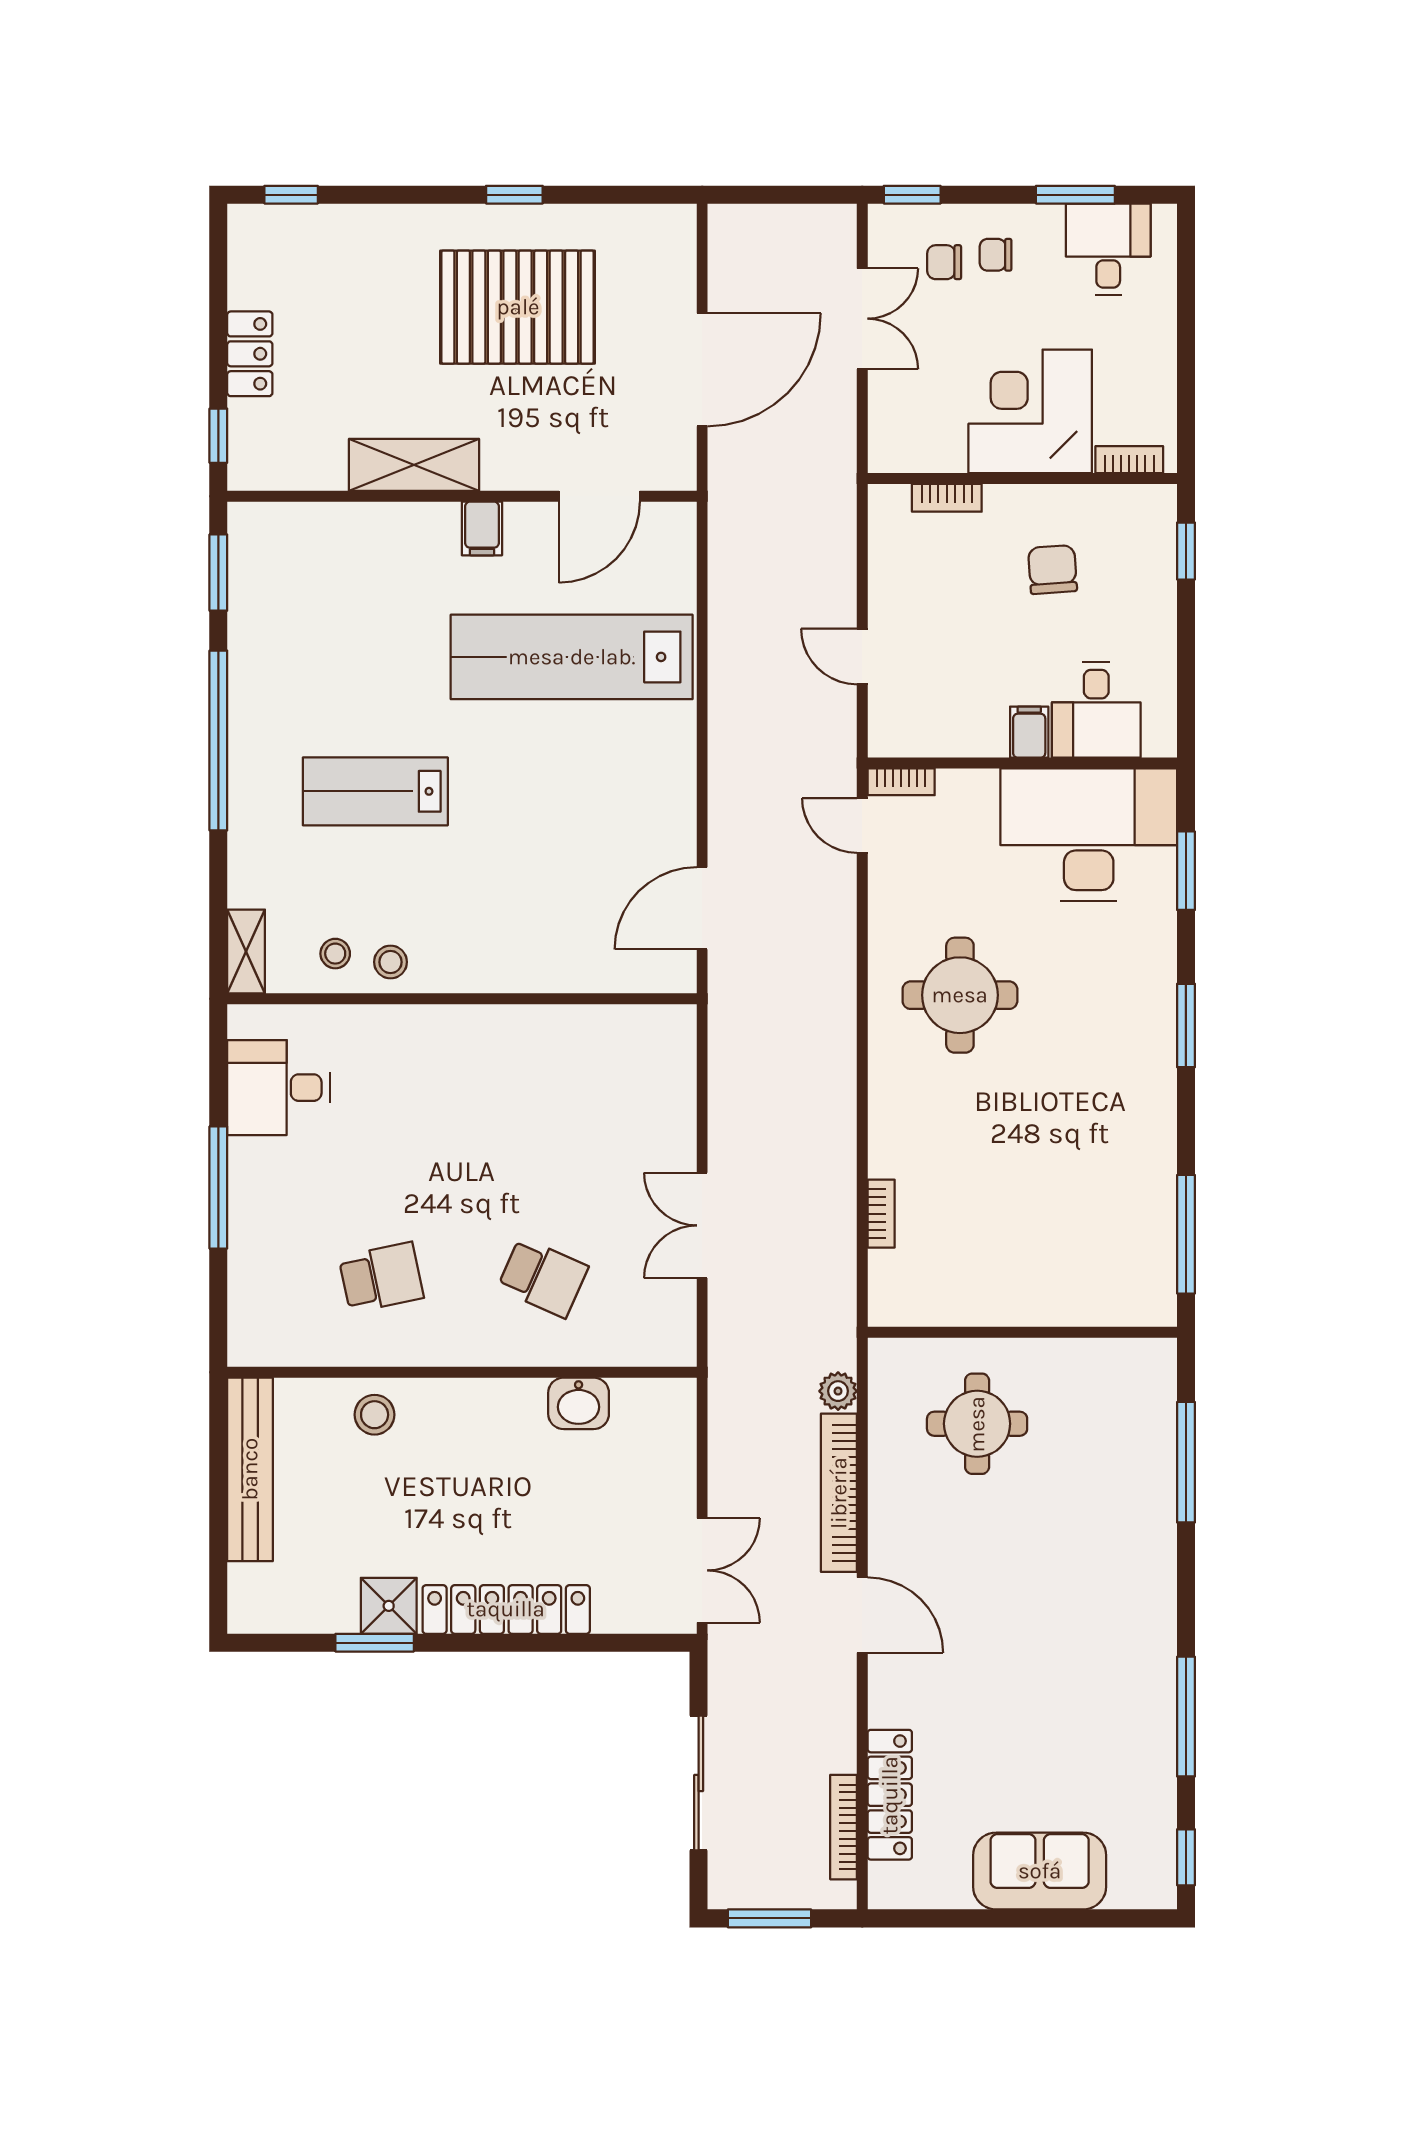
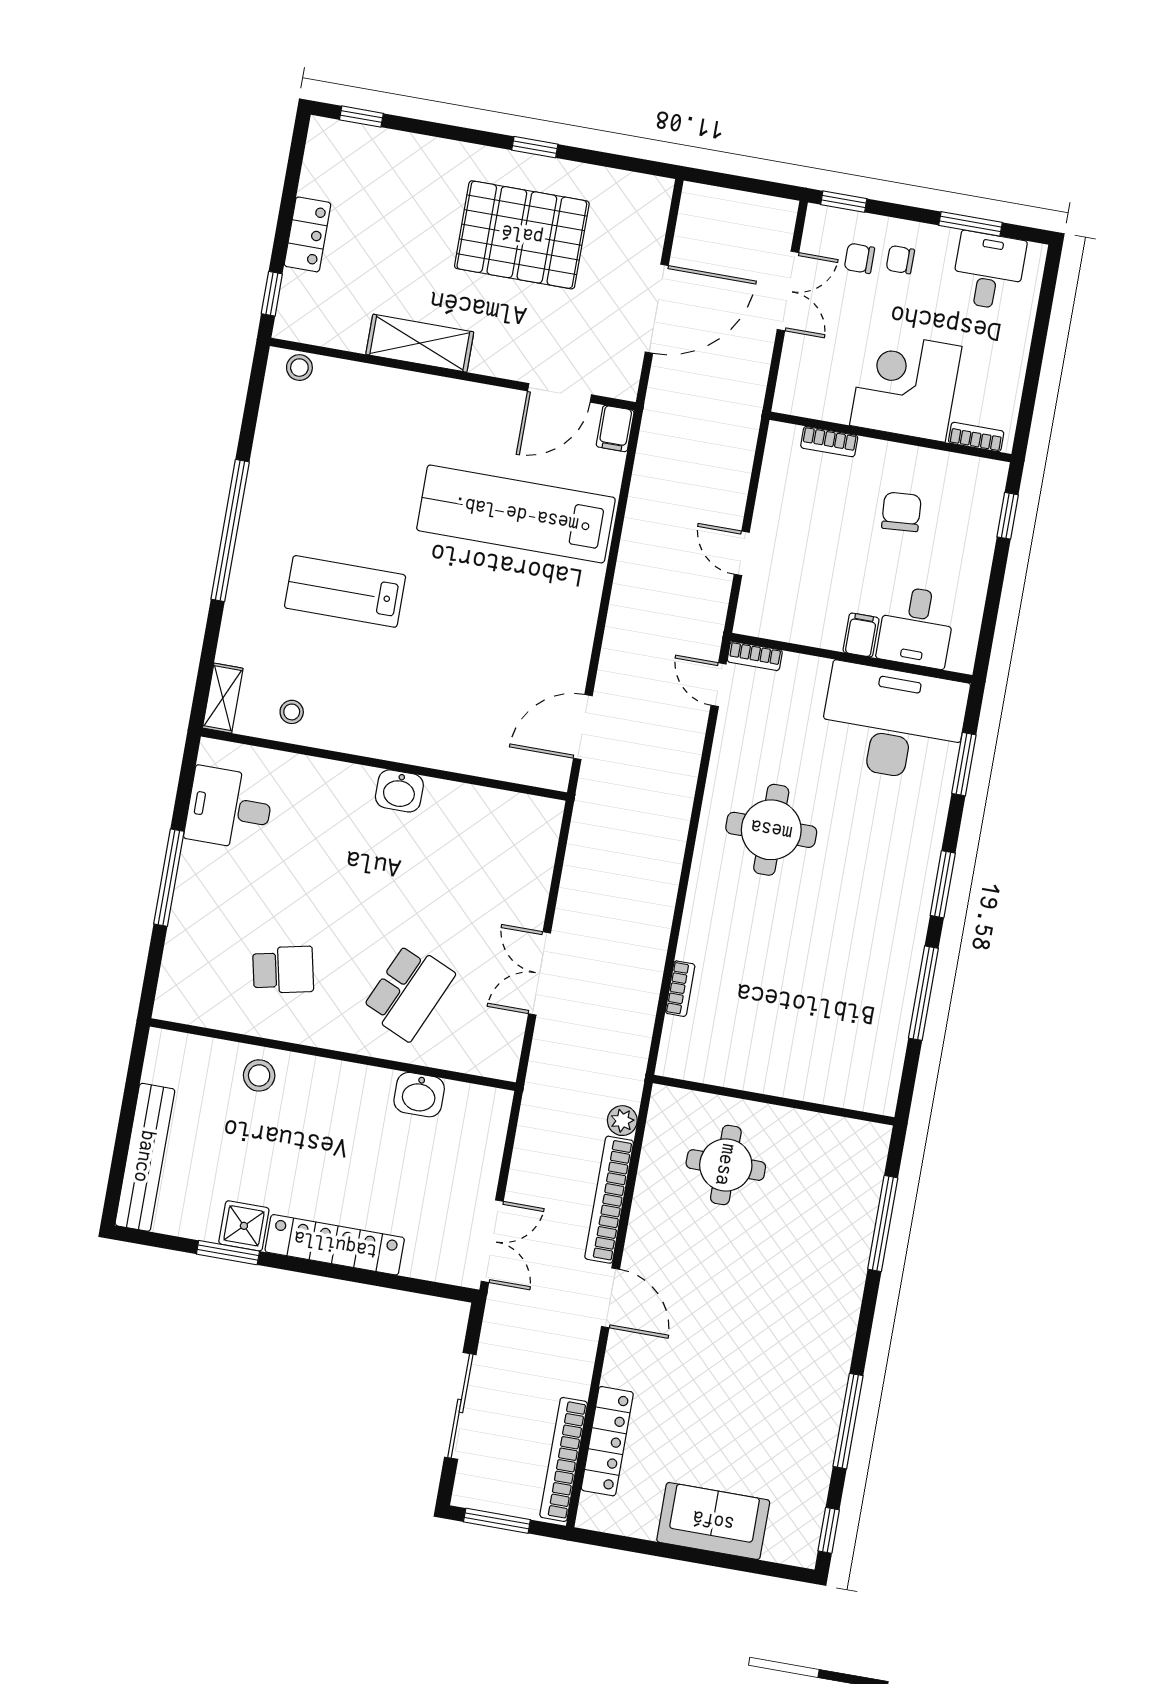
filing cabinet: (482, 528) -> (615, 428), moved
window: (218, 573) -> (253, 400), removed
stool: (390, 962) -> (299, 368), moved
washbasin: (487, 1028) -> (399, 791), added
window: (1186, 1234) -> (923, 993), moved
school desk: (543, 1277) -> (409, 992), width x1.85
bench: (250, 1469) -> (145, 1157), moved
bookcase: (844, 1827) -> (564, 1459), width x1.48, depth x1.31

